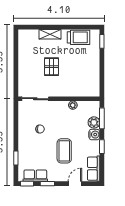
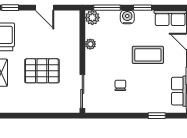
pallet: (52, 67) -> (42, 71), width x1.50, depth x1.42
door: (102, 69) -> (45, 8), added
plant: (94, 122) -> (92, 18), moved

